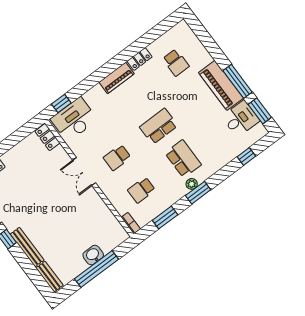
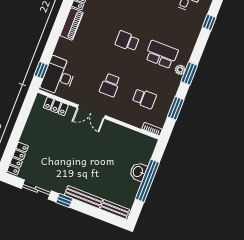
school desk: (159, 126) -> (127, 41), width x0.54
locker: (47, 137) -> (56, 106), moved
school desk: (141, 190) -> (144, 98), turned -90

